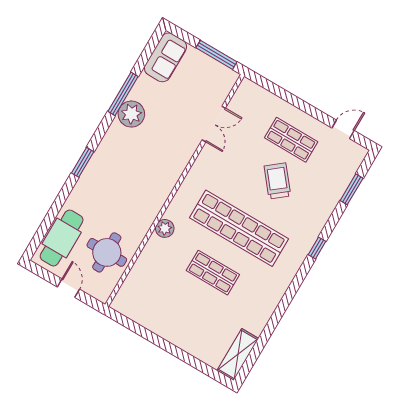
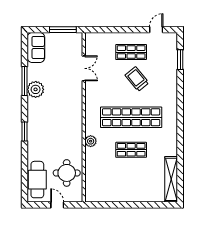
window: (317, 248) -> (180, 103), removed
shelving: (238, 355) -> (171, 179), width x1.47

